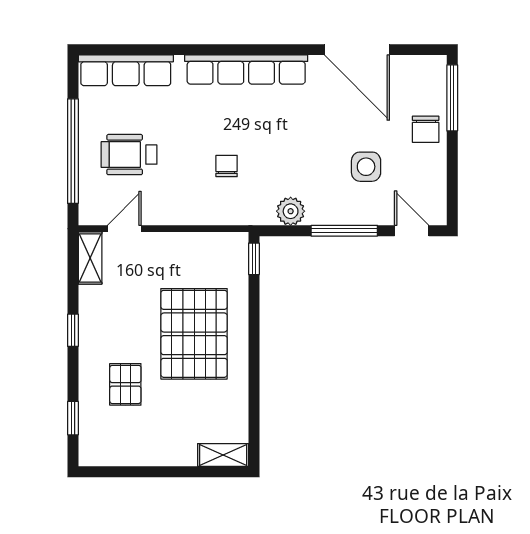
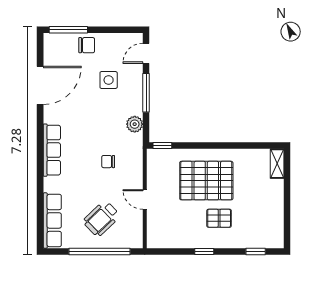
row of seats: (246, 70) -> (52, 150), width x0.73
wheelchair: (129, 155) -> (101, 219), turned 46
door: (124, 229) -> (145, 199), moved
shelving: (90, 258) -> (162, 241), removed
pallet: (125, 384) -> (219, 218), moved

